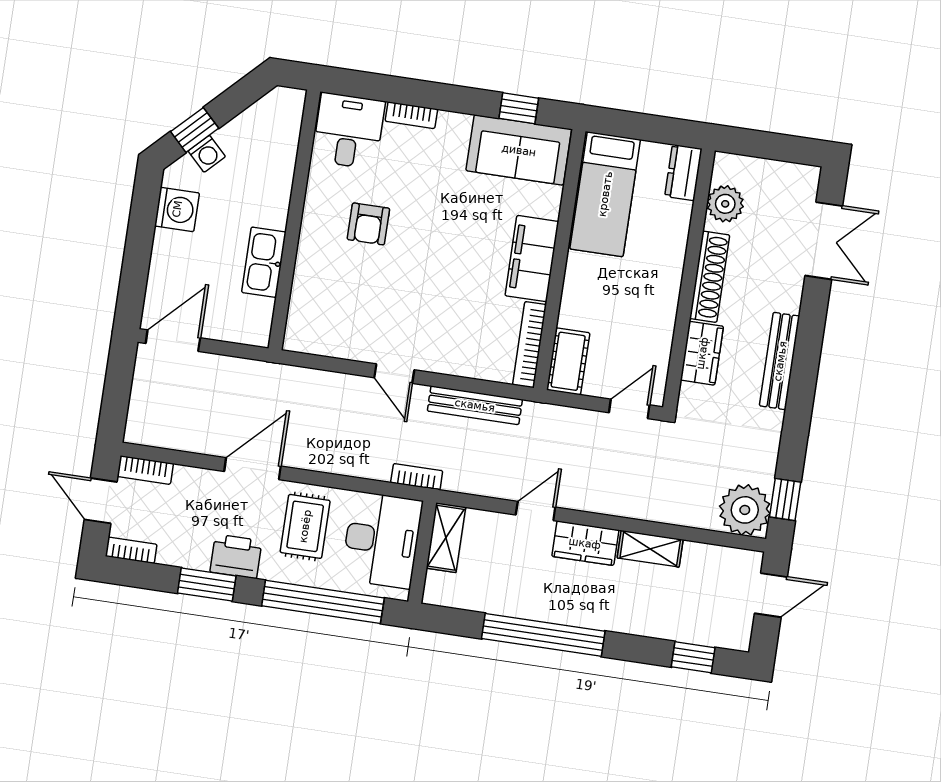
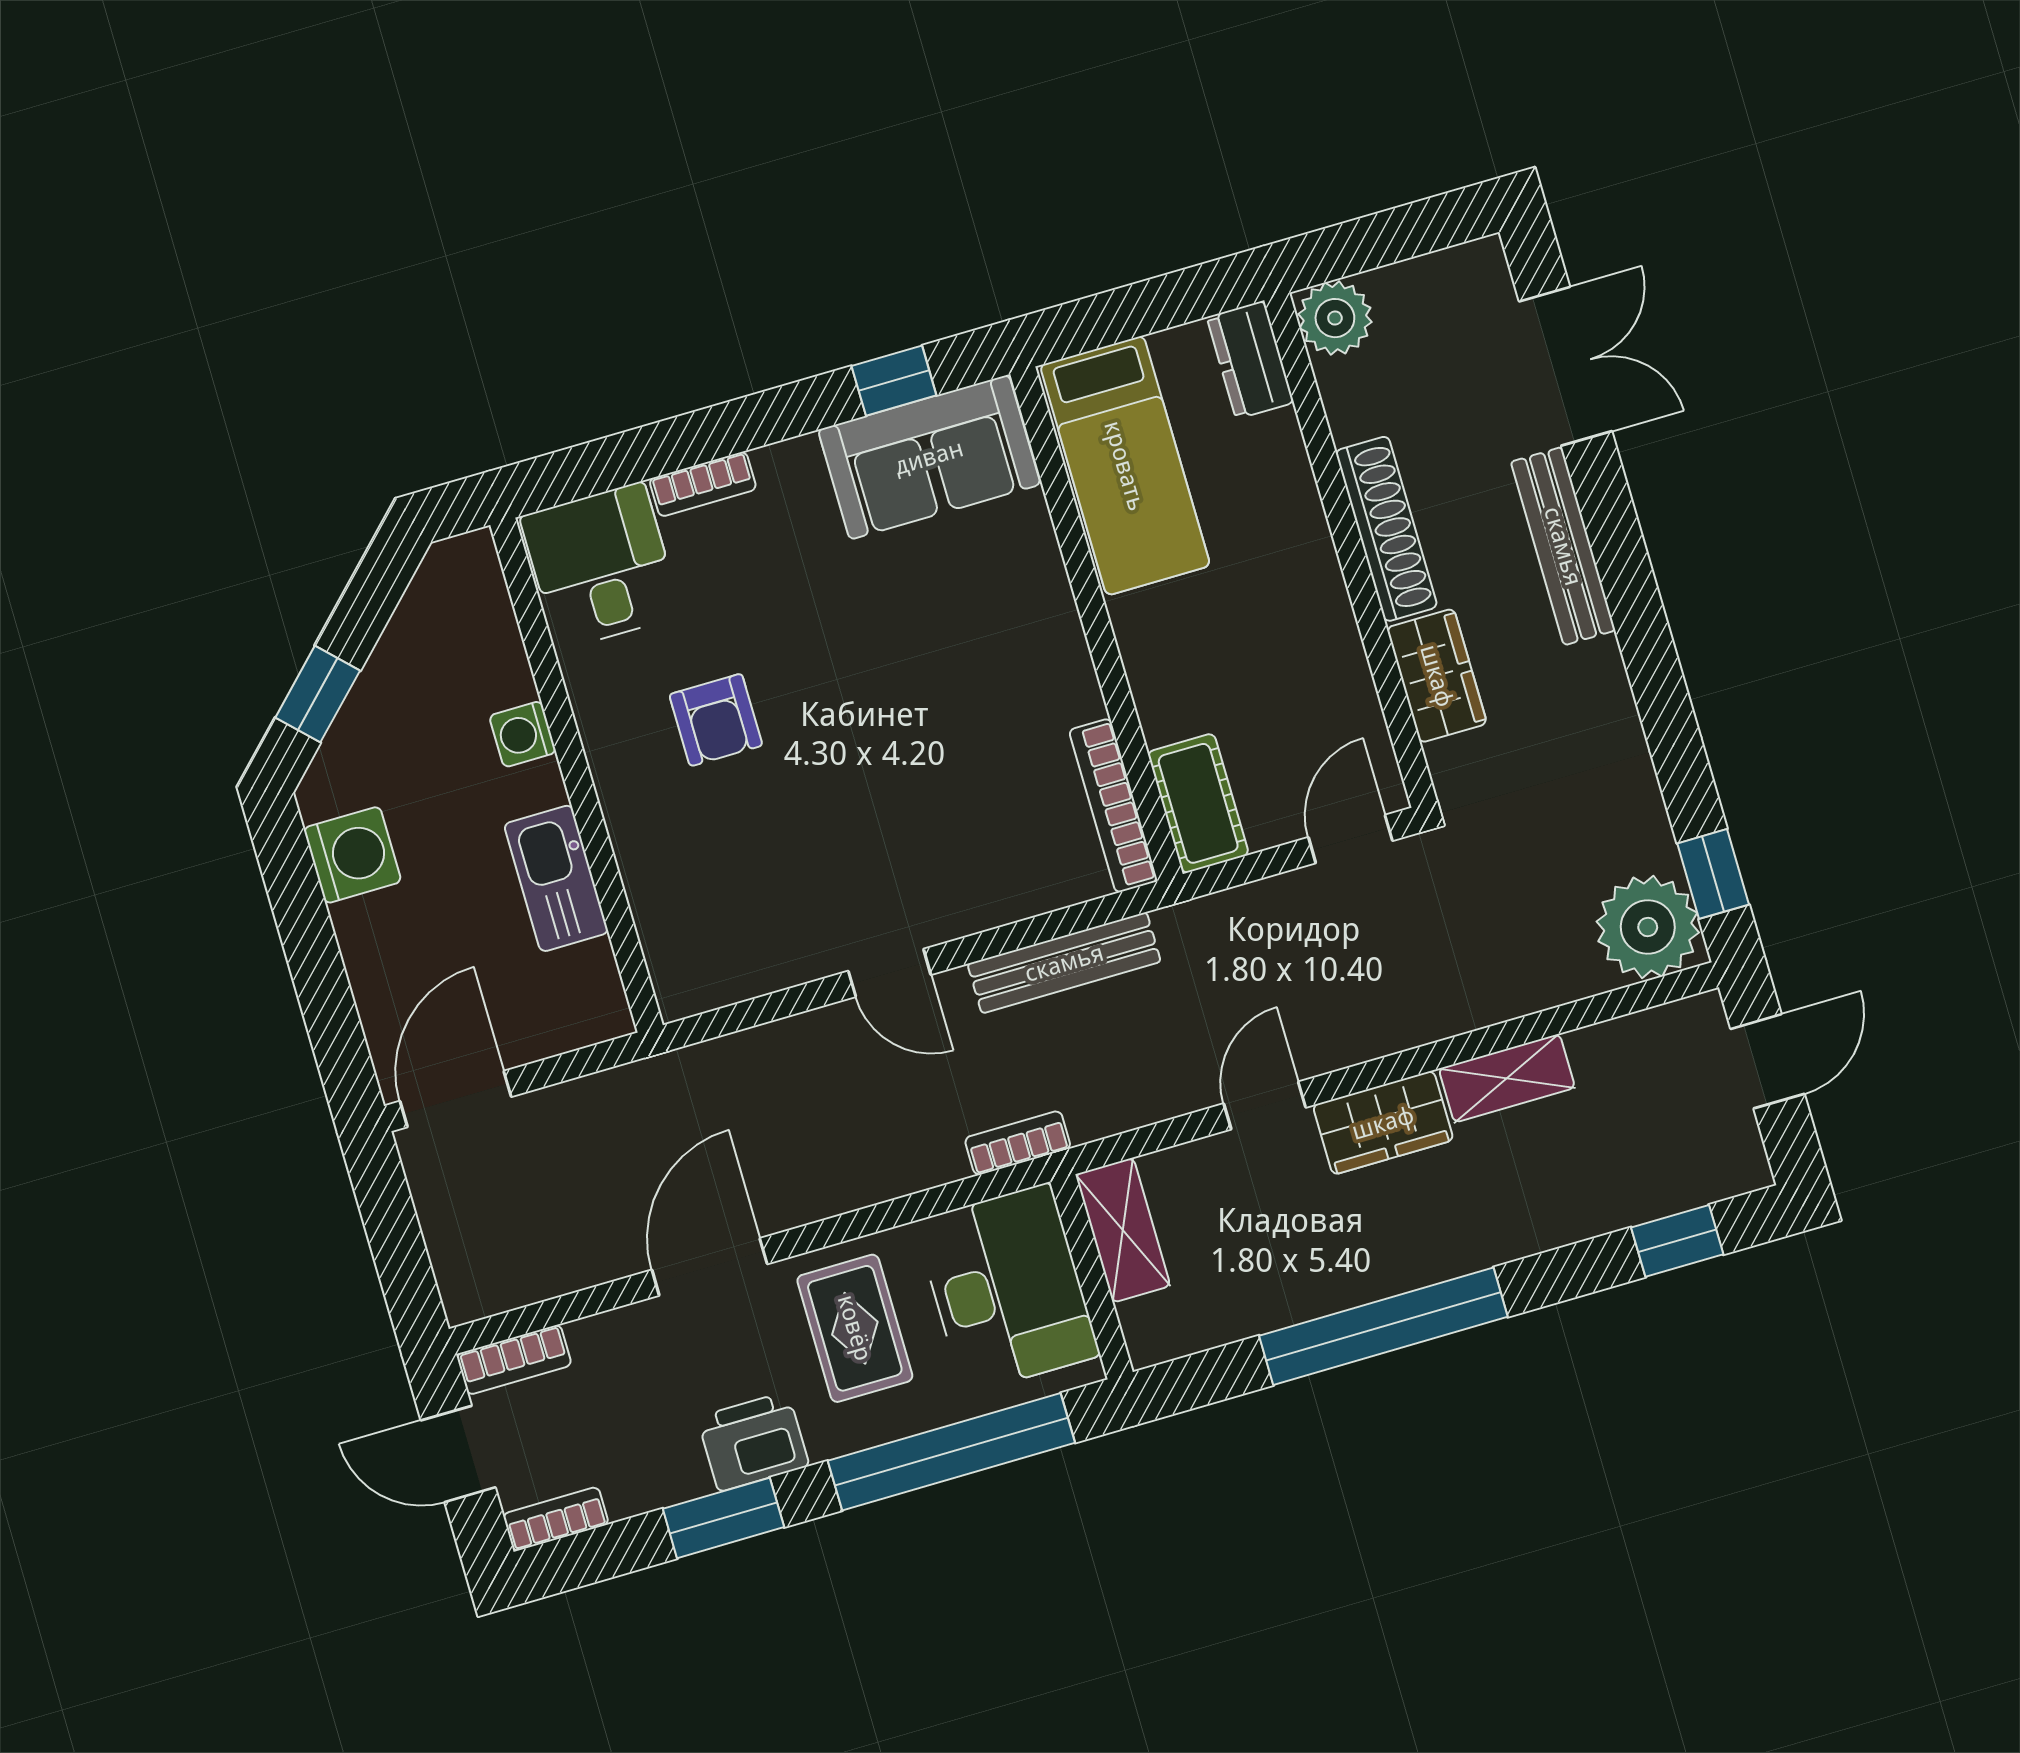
washing machine: (207, 154) -> (523, 734), moved, turned 135
plant: (725, 204) -> (1335, 318), moved
filing cabinet: (532, 259) -> (1045, 646), removed
bench: (780, 361) -> (1563, 546), moved

